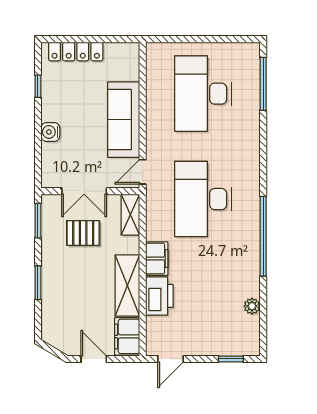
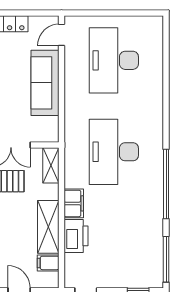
window: (263, 84) -> (166, 259), moved
door: (143, 172) -> (62, 35), moved
plant: (252, 306) -> (156, 245), removed
filing cabinet: (127, 336) -> (48, 263), width x0.50

